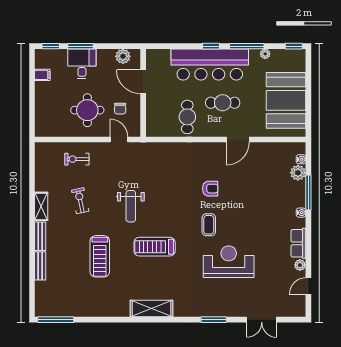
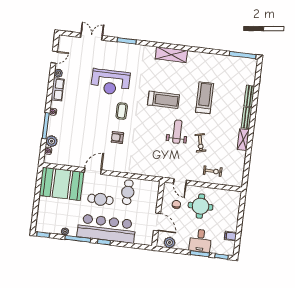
booth: (286, 100) -> (61, 184), moved, turned 90
exercise bike: (80, 201) -> (200, 143), moved

